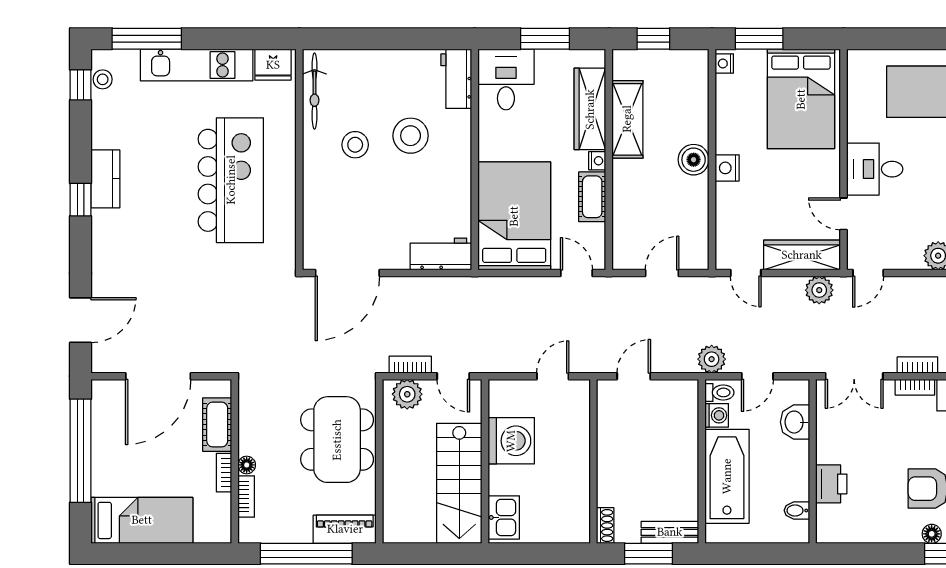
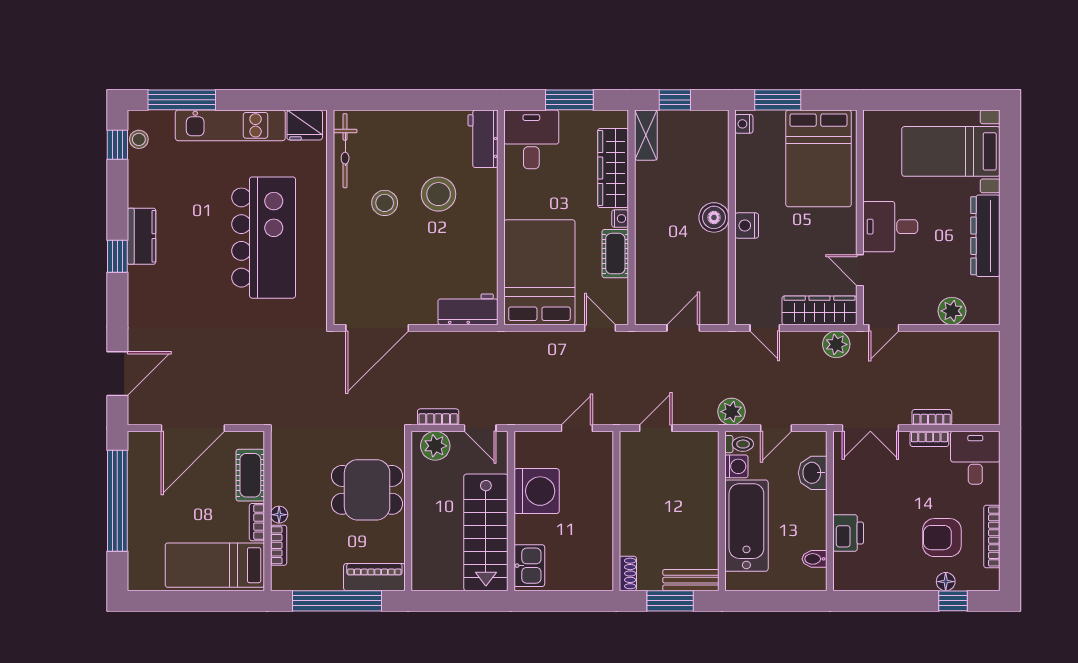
shelving: (627, 119) -> (646, 135), moved, width x0.67, depth x0.75
dining table: (337, 440) -> (367, 490), width x0.73
bed: (142, 520) -> (215, 565), moved, turned 180

